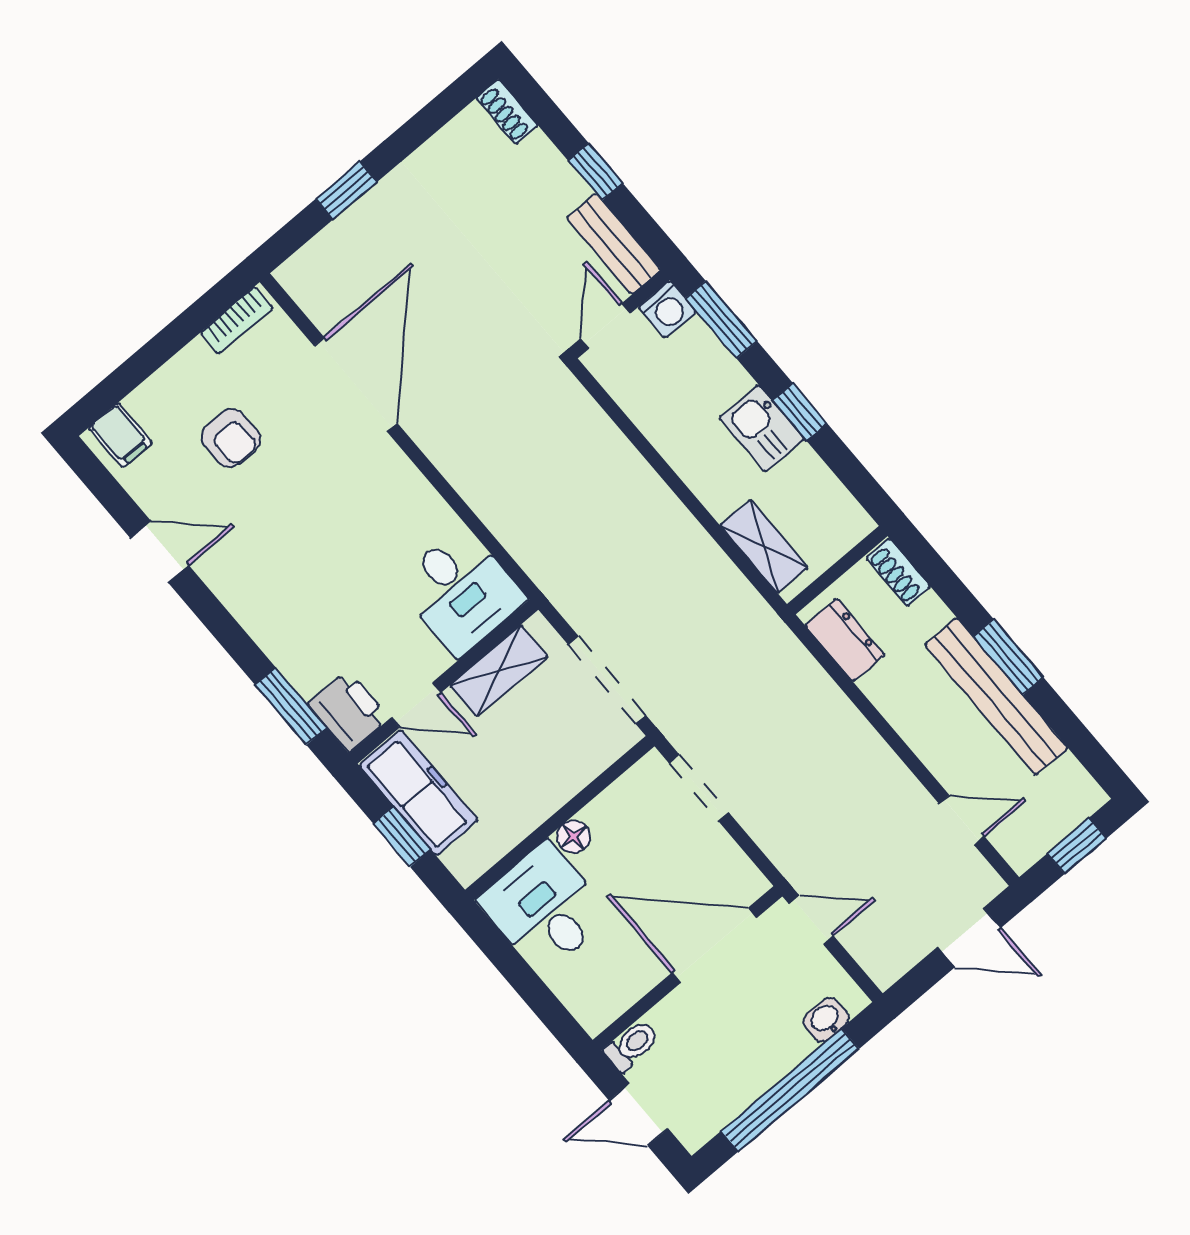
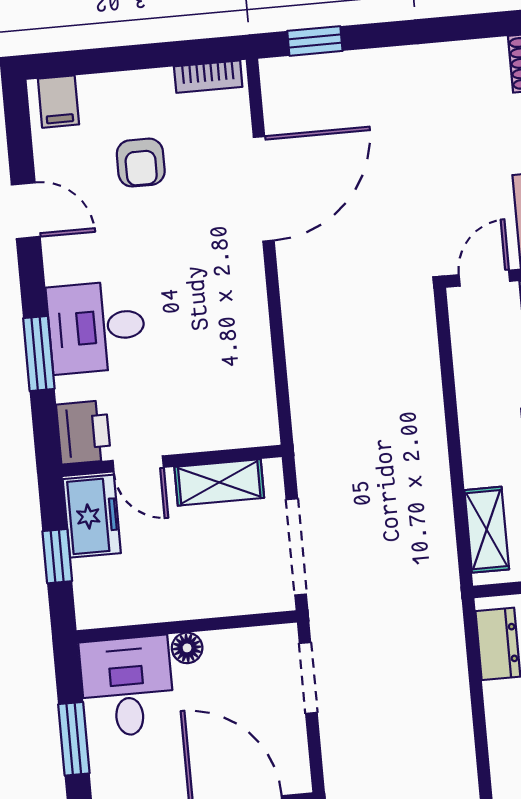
window: (346, 191) -> (315, 41), moved
desk: (461, 591) -> (96, 327), moved, turned 90
window: (291, 706) -> (39, 354), moved
freezer: (419, 793) -> (92, 516), width x0.71
window: (530, 987) -> (74, 739), added

